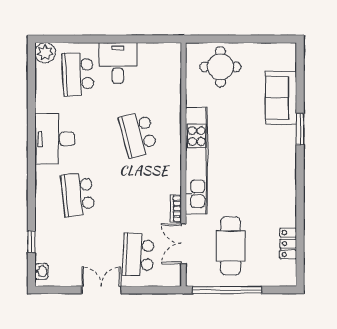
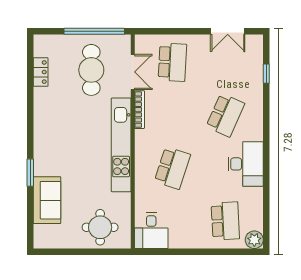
desk: (118, 63) -> (151, 231), moved
school desk: (138, 134) -> (172, 168), turned 33
school desk: (78, 195) -> (225, 115), turned 30
bookcase: (176, 209) -> (139, 110), width x1.56
washbasin: (41, 271) -> (257, 48), removed
double door: (101, 290) -> (228, 31), moved

